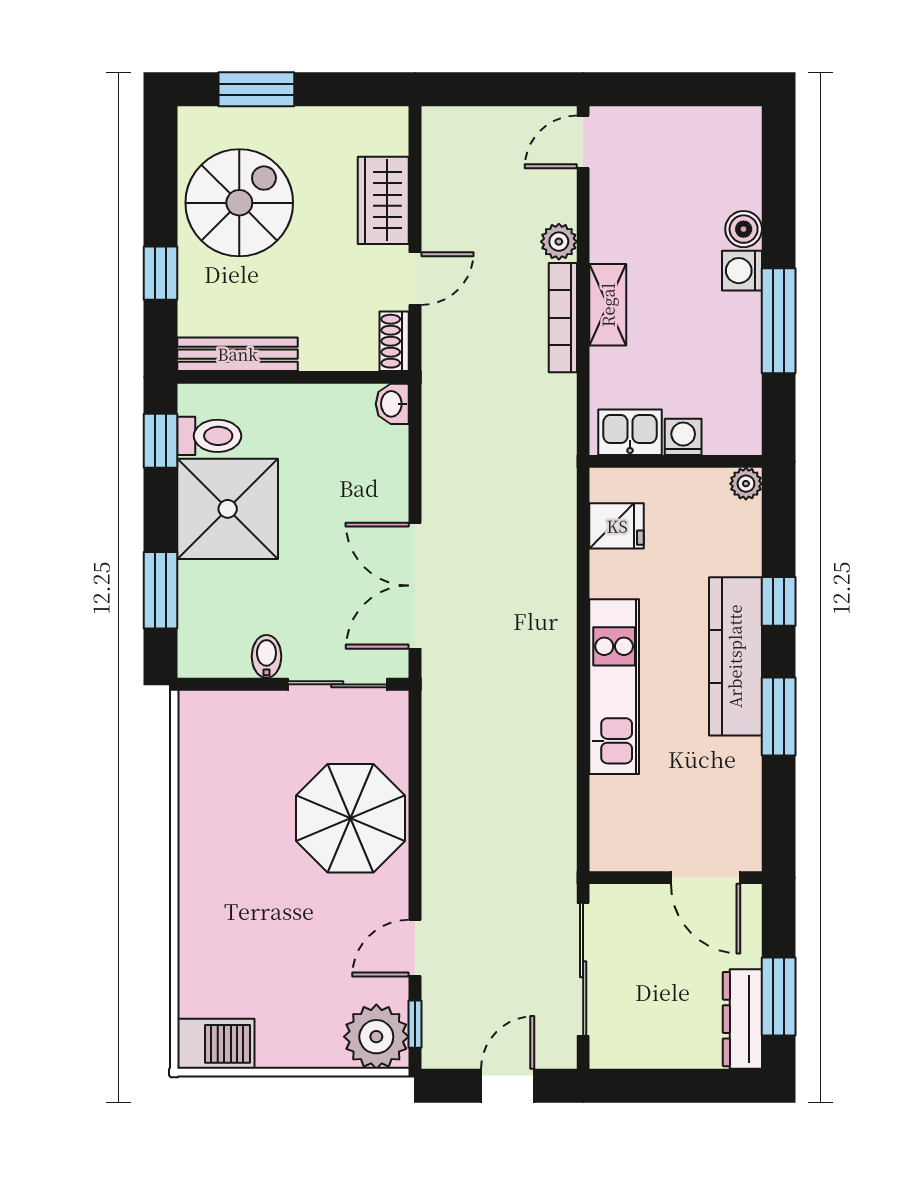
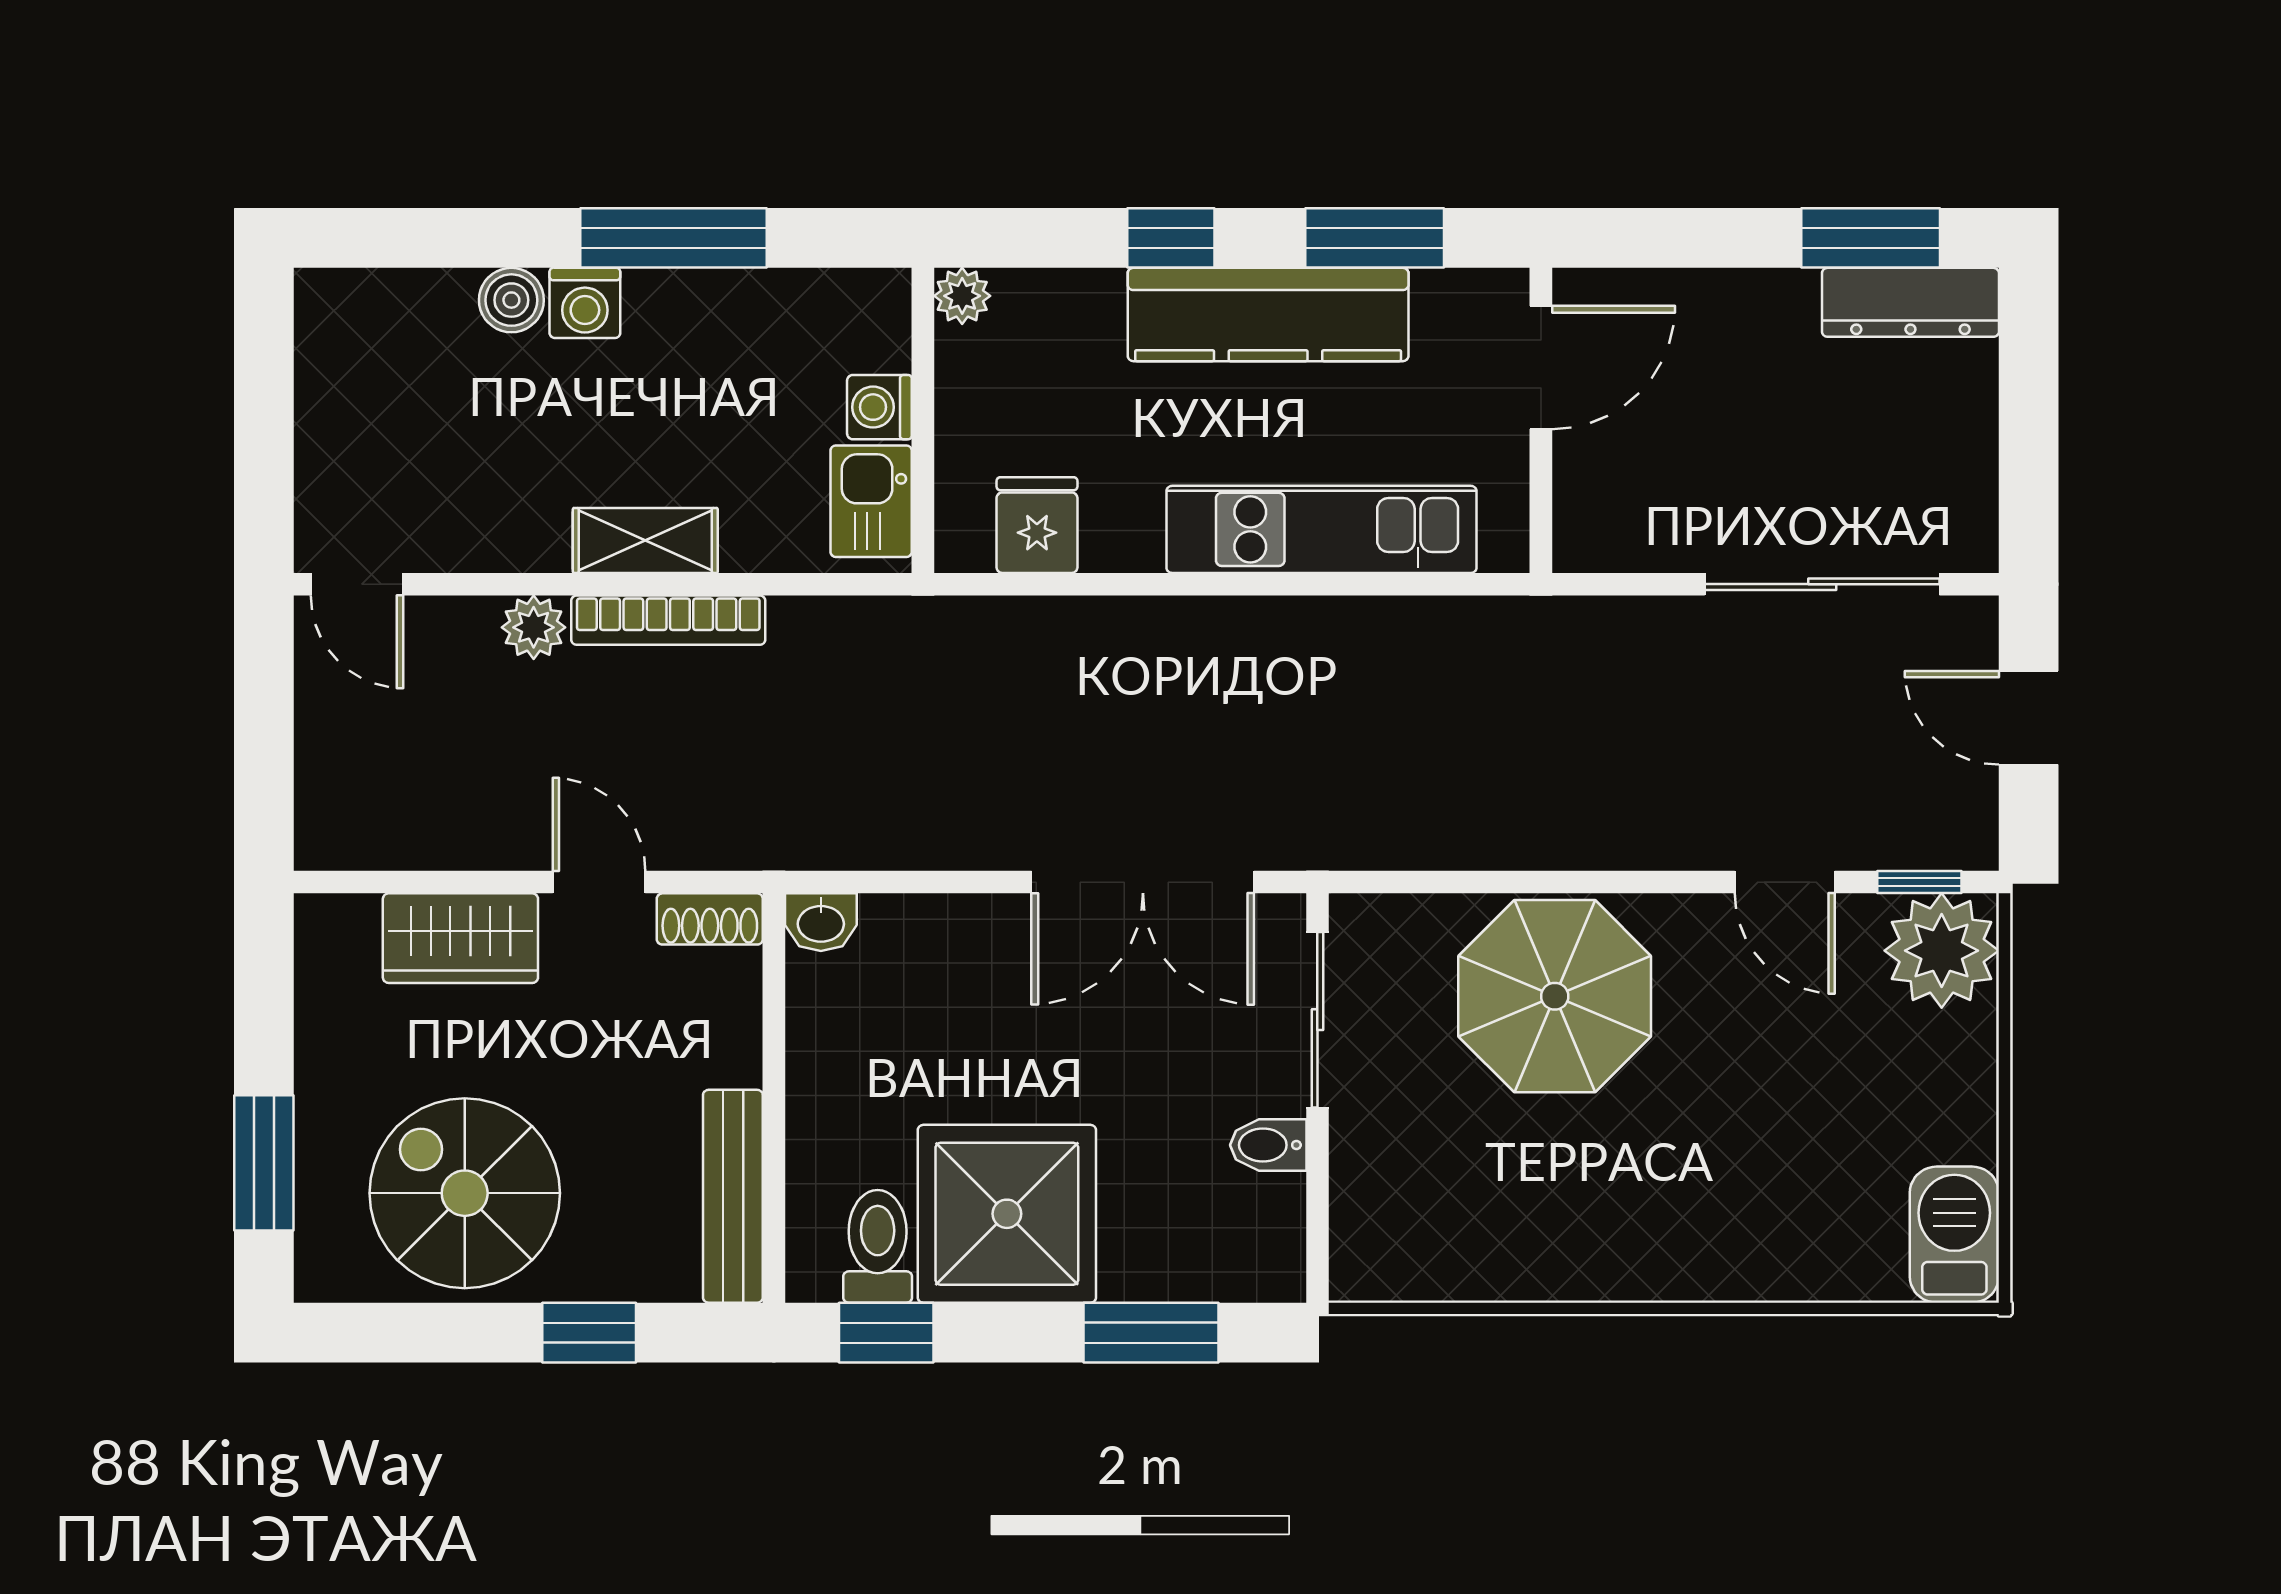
wall: (676, 878) -> (1541, 420), moved
door: (706, 878) -> (1541, 367), moved

